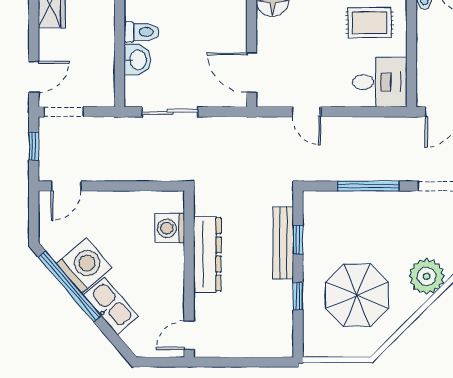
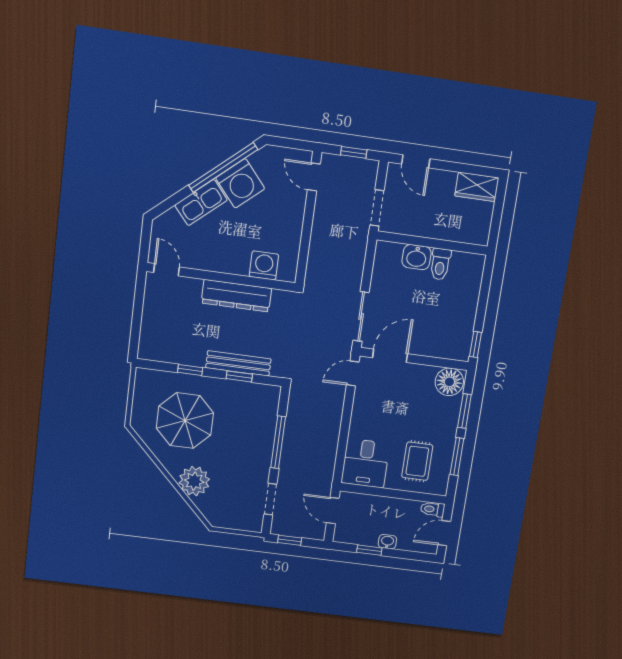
doorway: (64, 112) -> (377, 208), moved
sliding door: (170, 112) -> (361, 317), moved
door: (306, 112) -> (353, 373), moved

